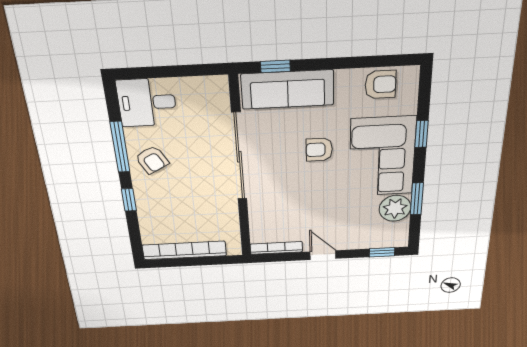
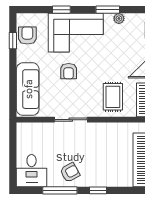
window: (275, 66) -> (13, 41), moved
sliding door: (239, 157) -> (71, 120), width x0.54
plant: (395, 208) -> (119, 19), width x0.53, depth x0.53
rug: (279, 212) -> (113, 97), added

